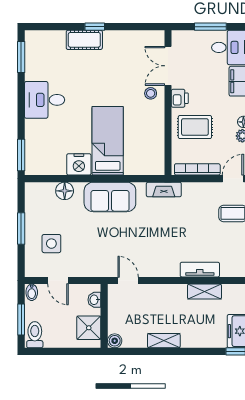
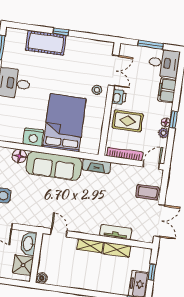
cot: (84, 40) -> (46, 43), width x1.37, depth x1.34
double door: (168, 66) -> (113, 70), swing flipped
bed: (108, 141) -> (64, 123), width x1.50
sofa: (110, 197) -> (54, 166), width x1.36
washbasin: (94, 300) -> (28, 244), width x1.91, depth x1.45
shelving: (164, 341) -> (90, 246), moved

